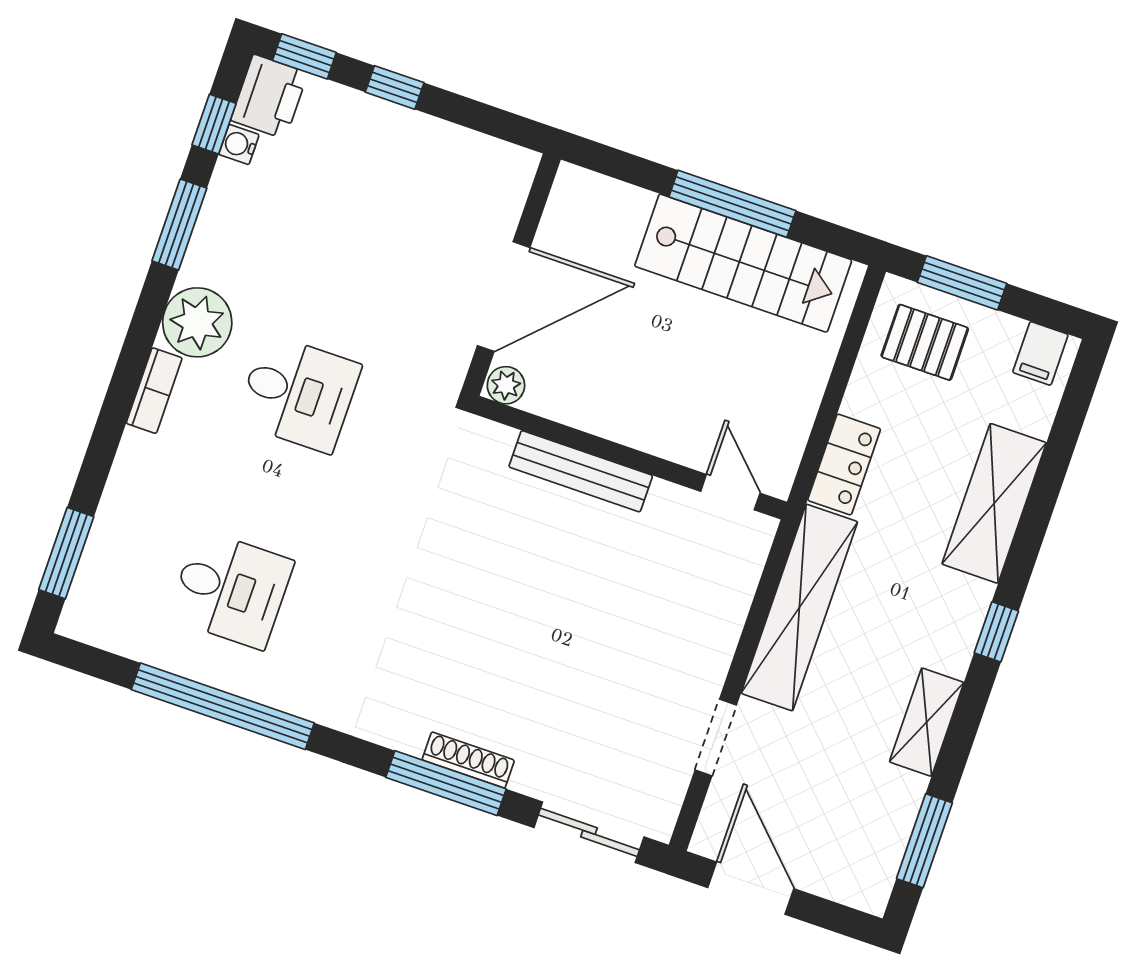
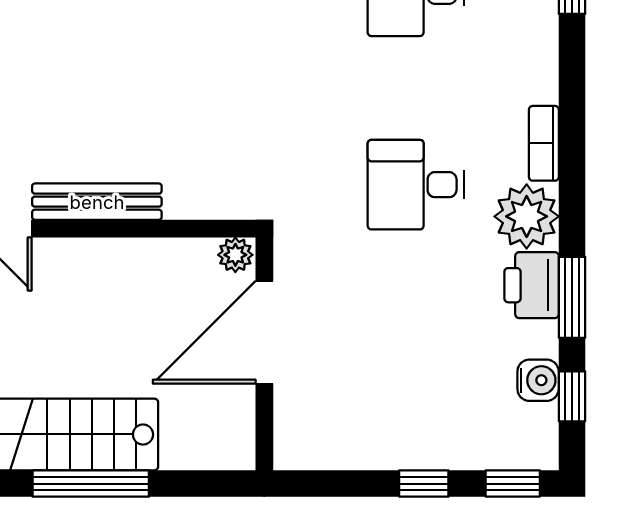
printer: (269, 97) -> (532, 285), moved
water cooler: (239, 145) -> (538, 380), width x1.38, depth x1.38
bench: (581, 471) -> (97, 202), moved

